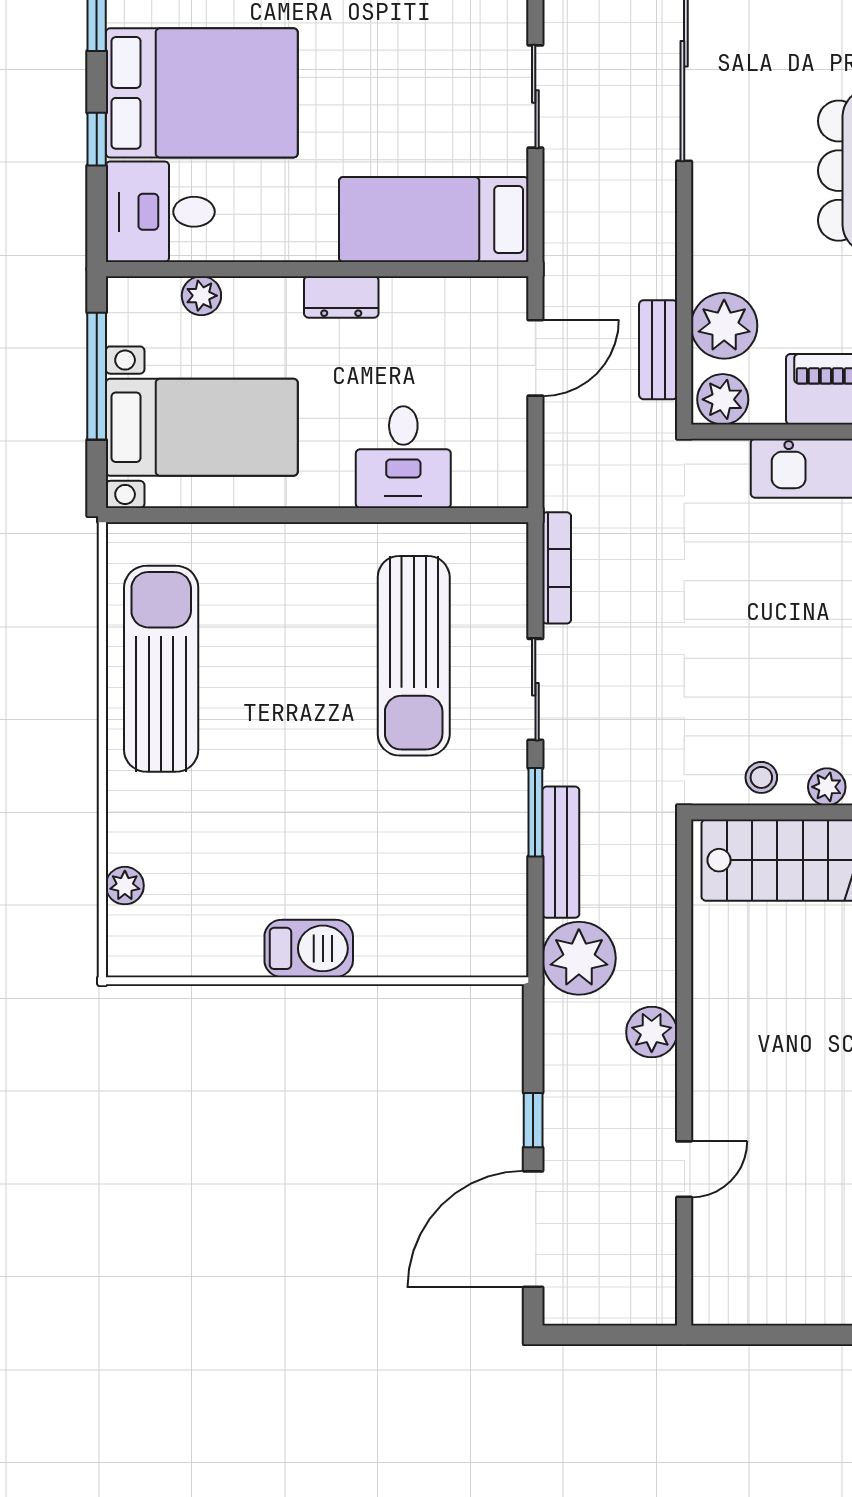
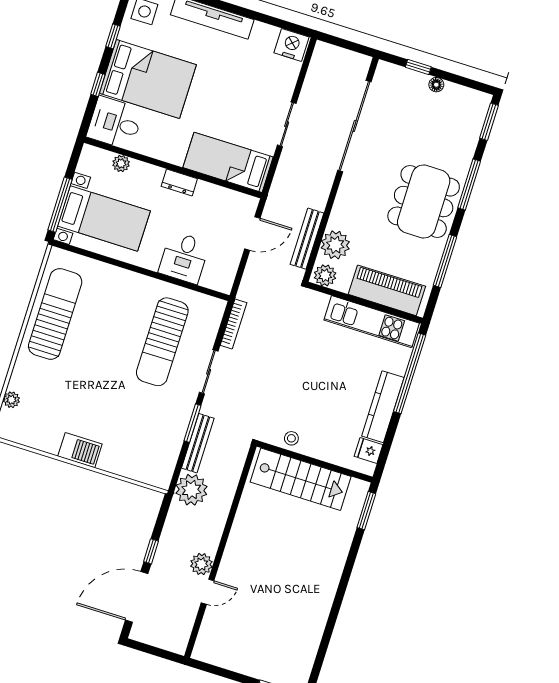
bench: (658, 350) -> (307, 239), width x1.36
window: (97, 376) -> (60, 205), moved
plant: (827, 787) -> (317, 451), removed
plant: (652, 1032) -> (201, 564), moved

